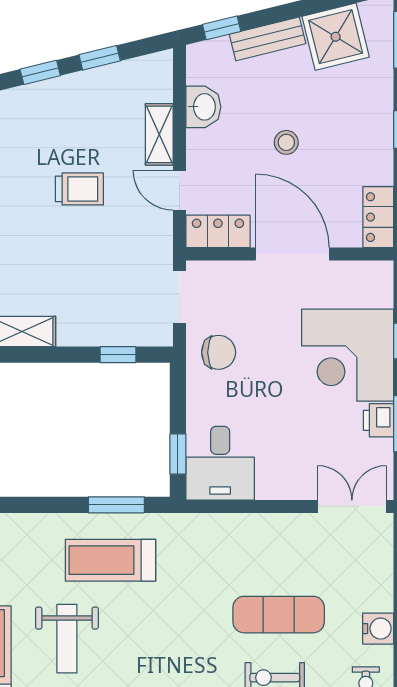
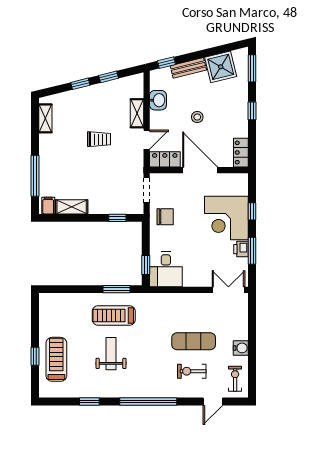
door: (179, 190) -> (147, 140), swing flipped
weight bench: (67, 639) -> (111, 354), moved, turned 180

